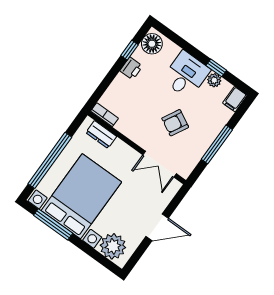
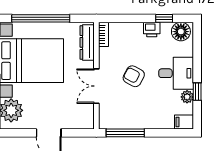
armchair: (175, 123) -> (134, 76), moved
dresser: (101, 135) -> (87, 42), width x1.44
window: (217, 144) -> (125, 133), moved
double door: (160, 164) -> (96, 86), moved

